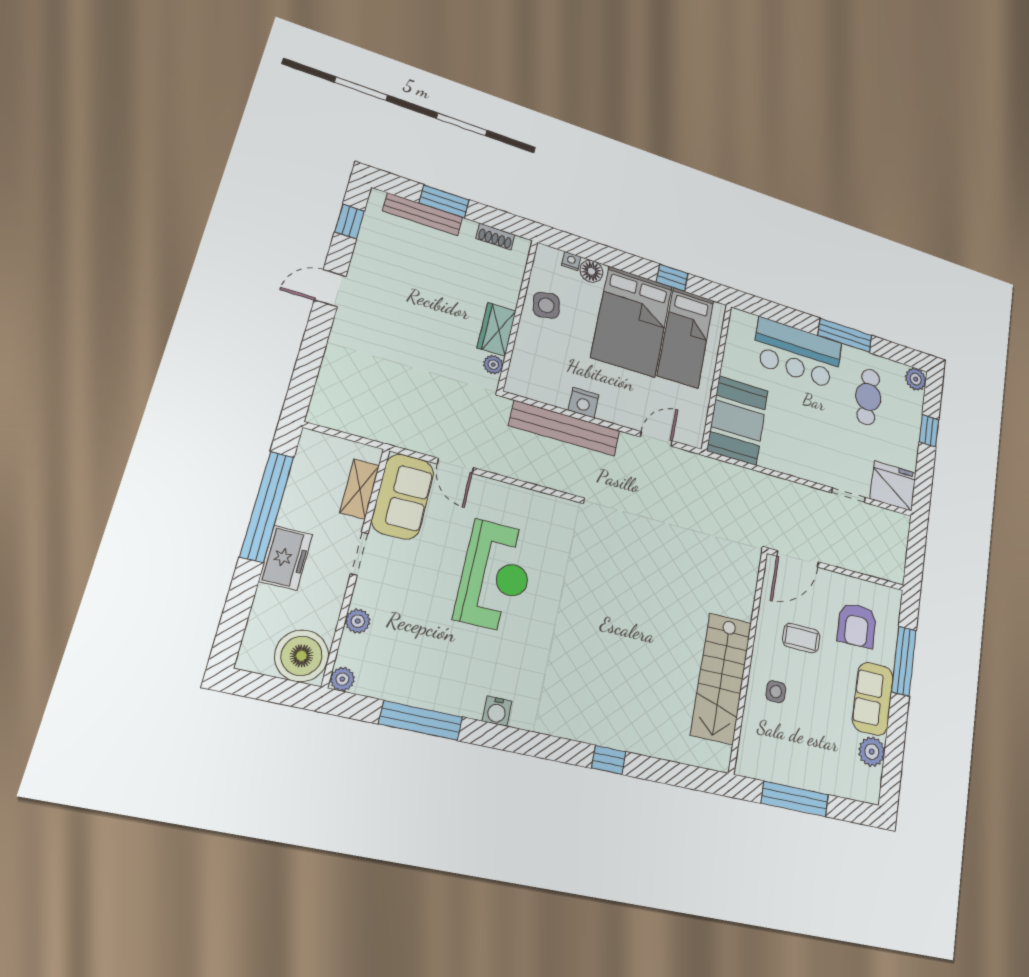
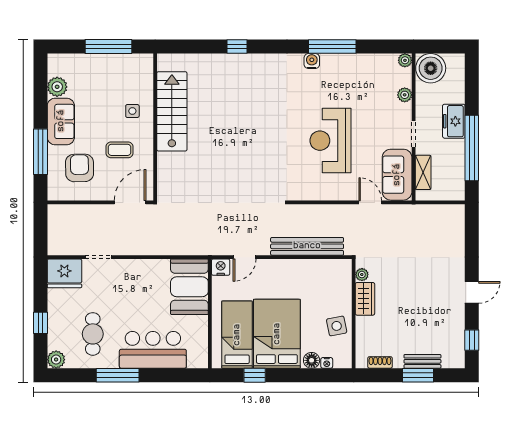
bench: (423, 214) -> (422, 361), width x0.73
nightstand: (583, 403) -> (221, 267), moved
window: (421, 720) -> (332, 47), moved

